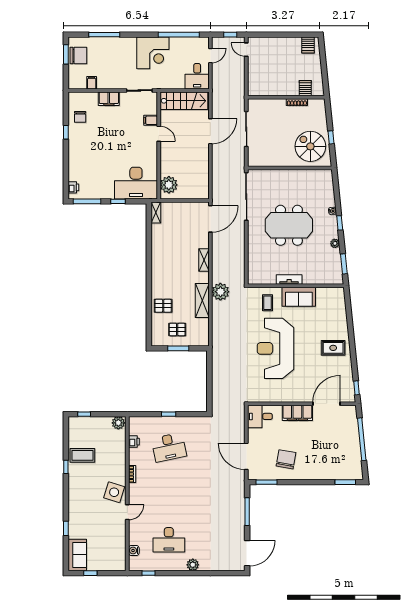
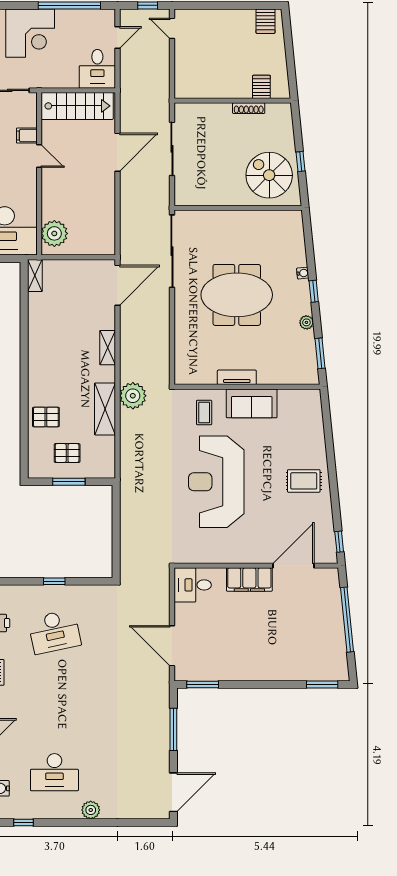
chair: (286, 459) -> (232, 650), removed

